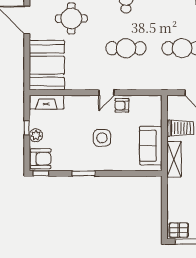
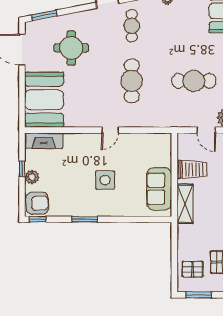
cafe table: (126, 48) -> (132, 81), turned 90
armchair: (122, 105) -> (127, 144), removed
pallet: (179, 230) -> (193, 269), moved

